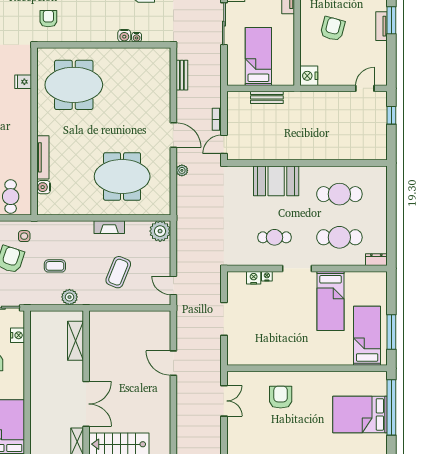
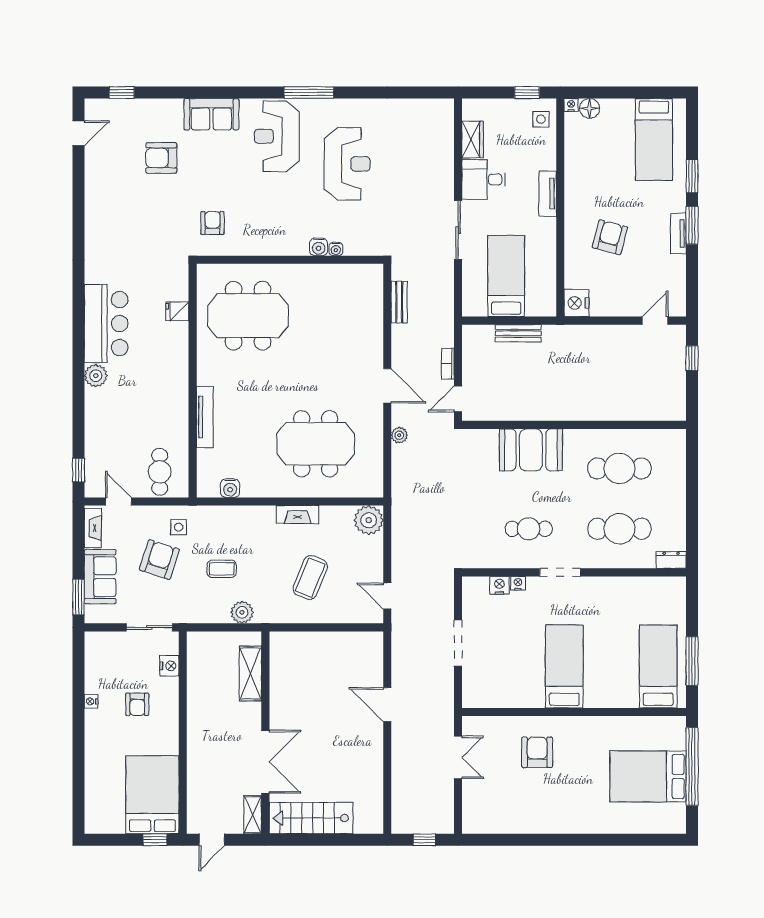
water cooler: (44, 187) -> (230, 488), moved, turned -90
bed: (331, 301) -> (564, 666), moved, turned 180

